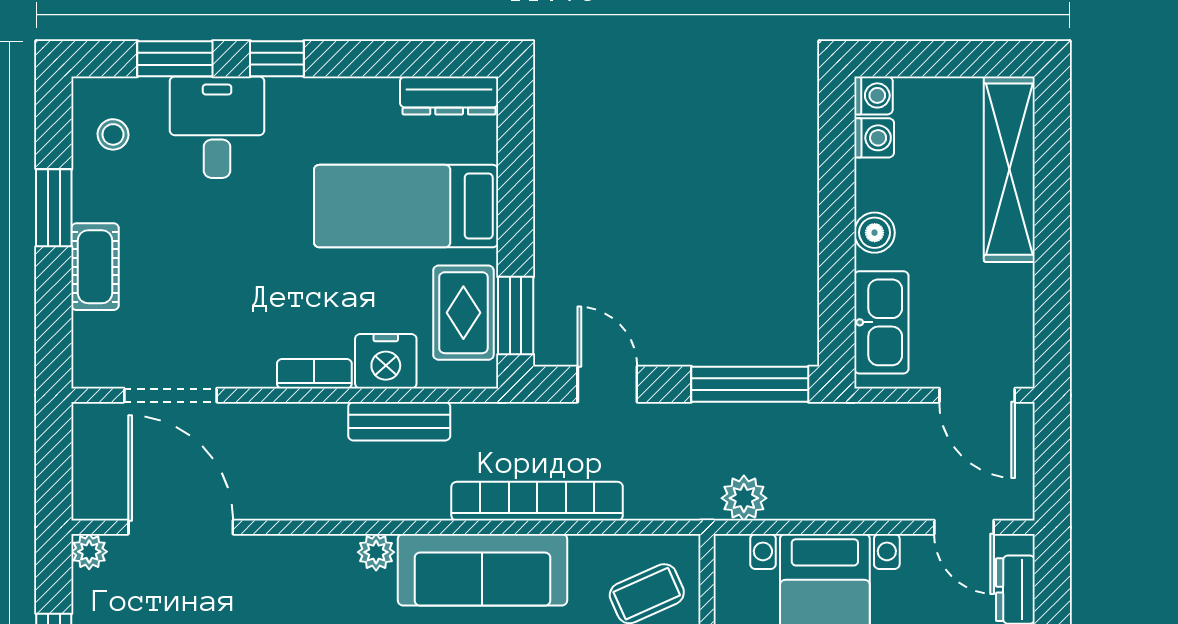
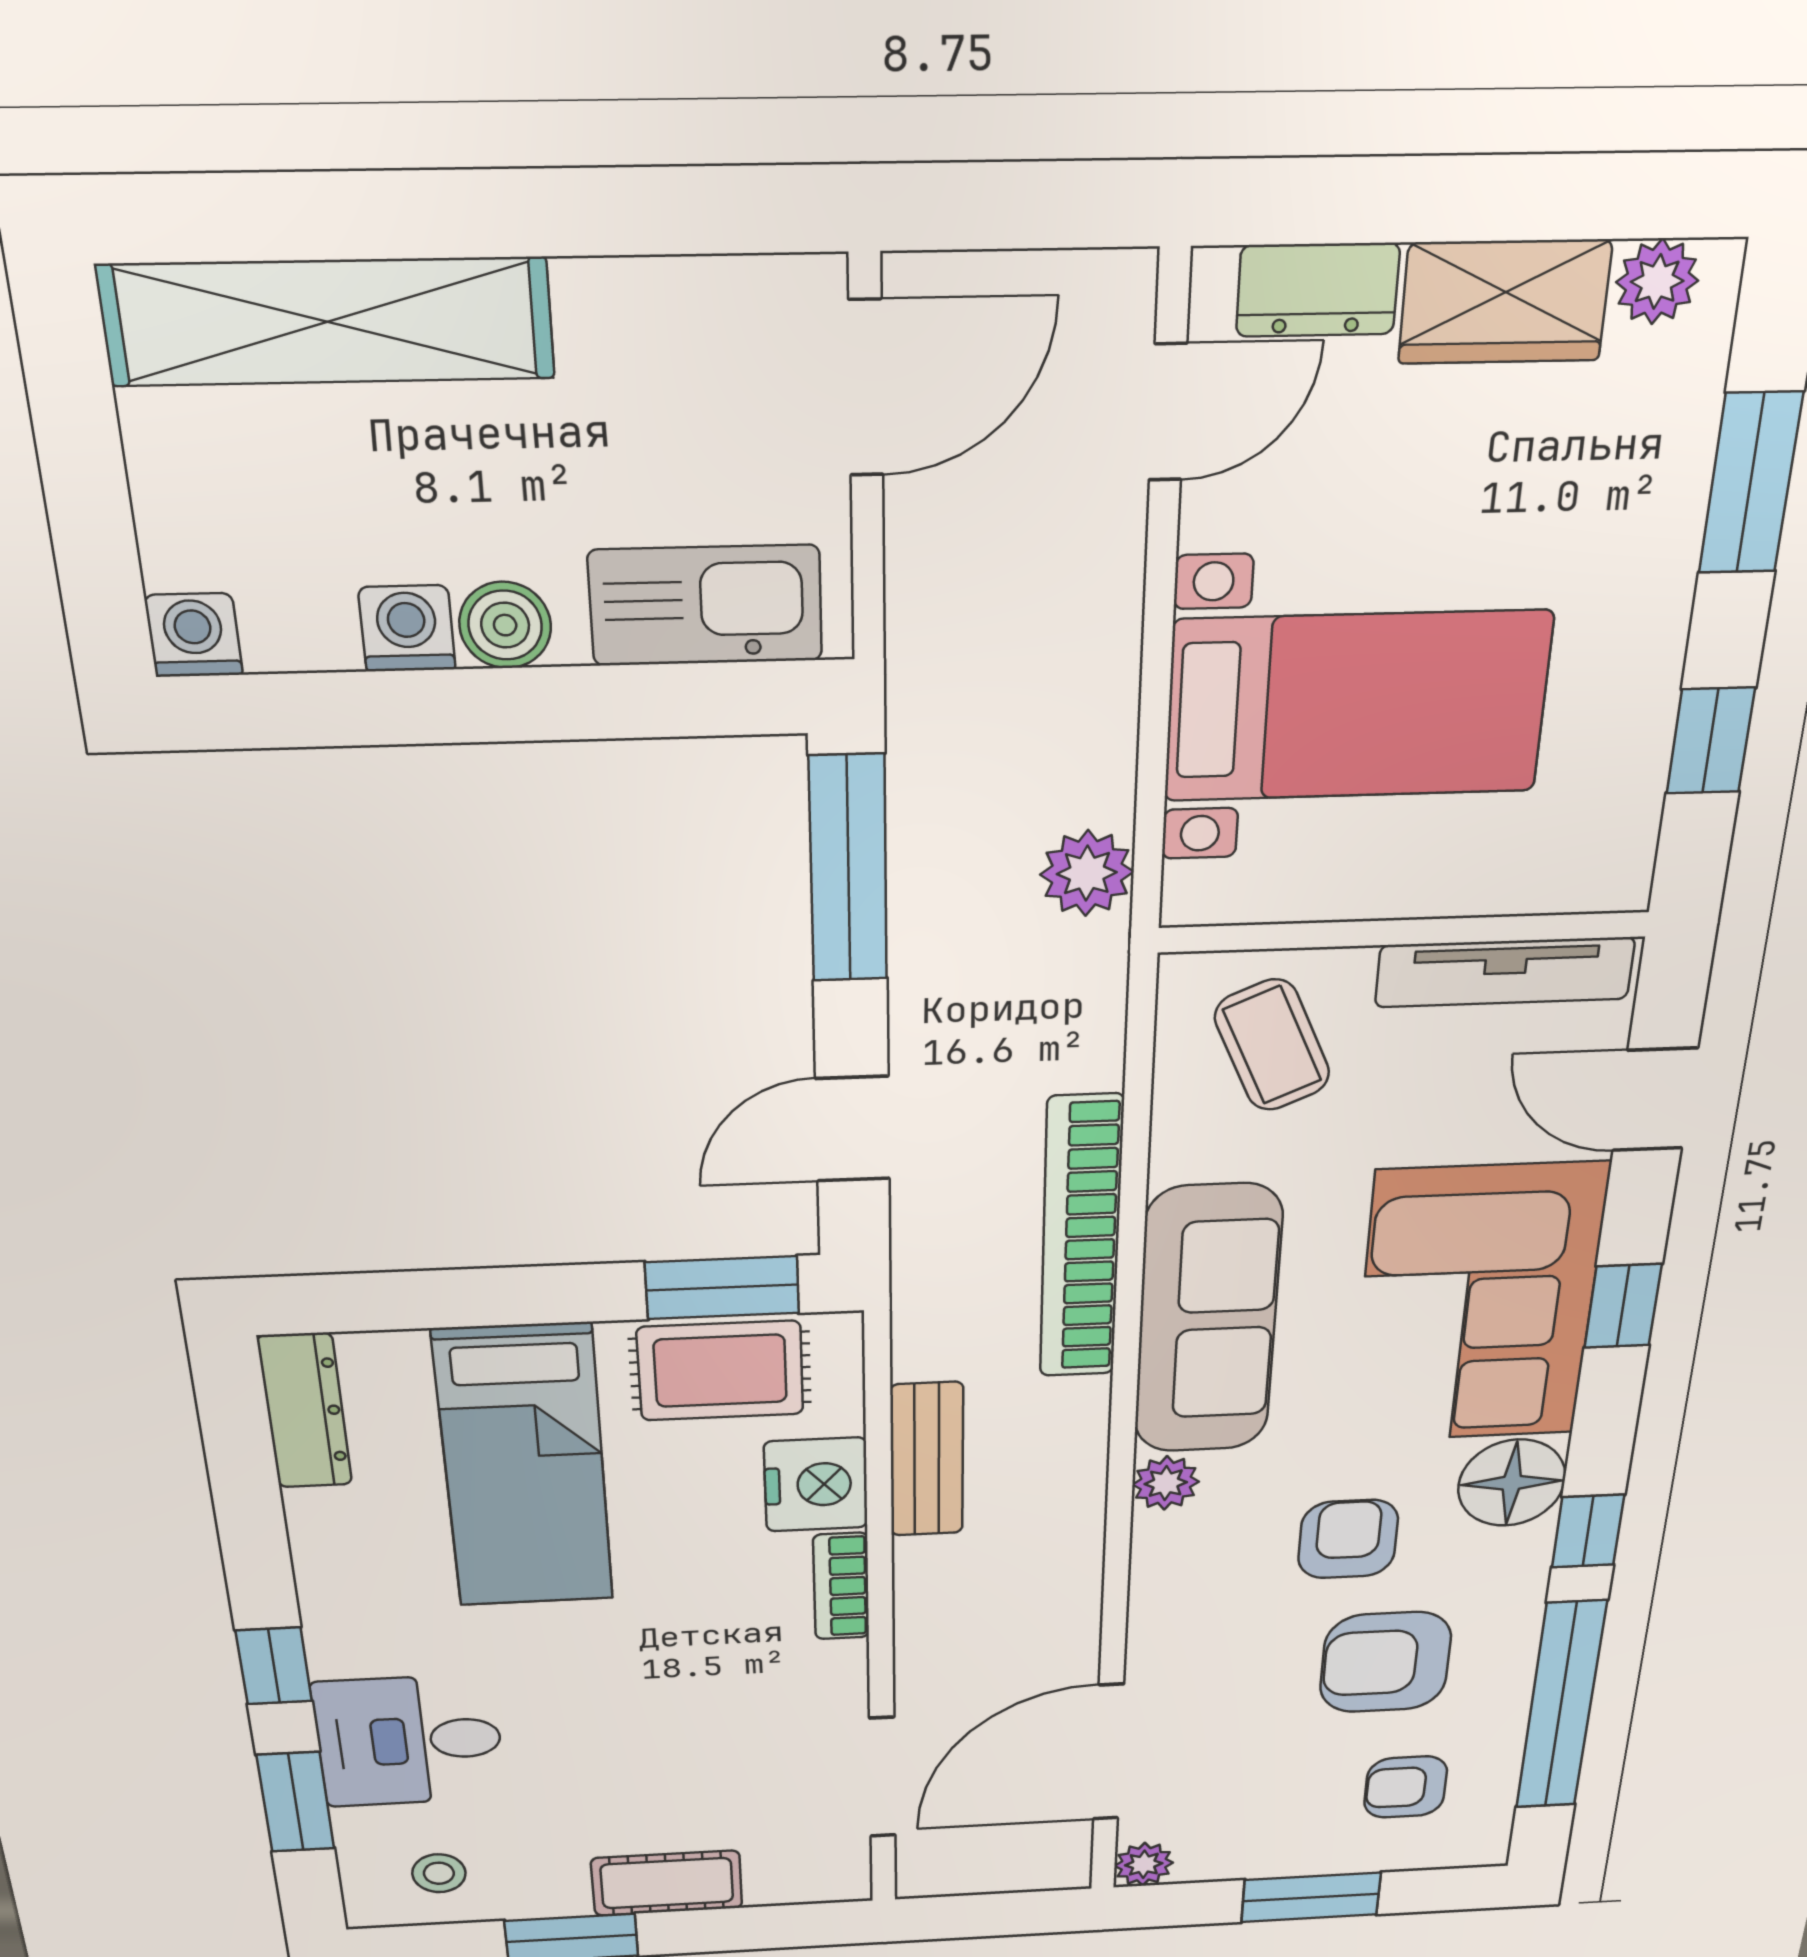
washing machine: (874, 138) -> (407, 628), moved

